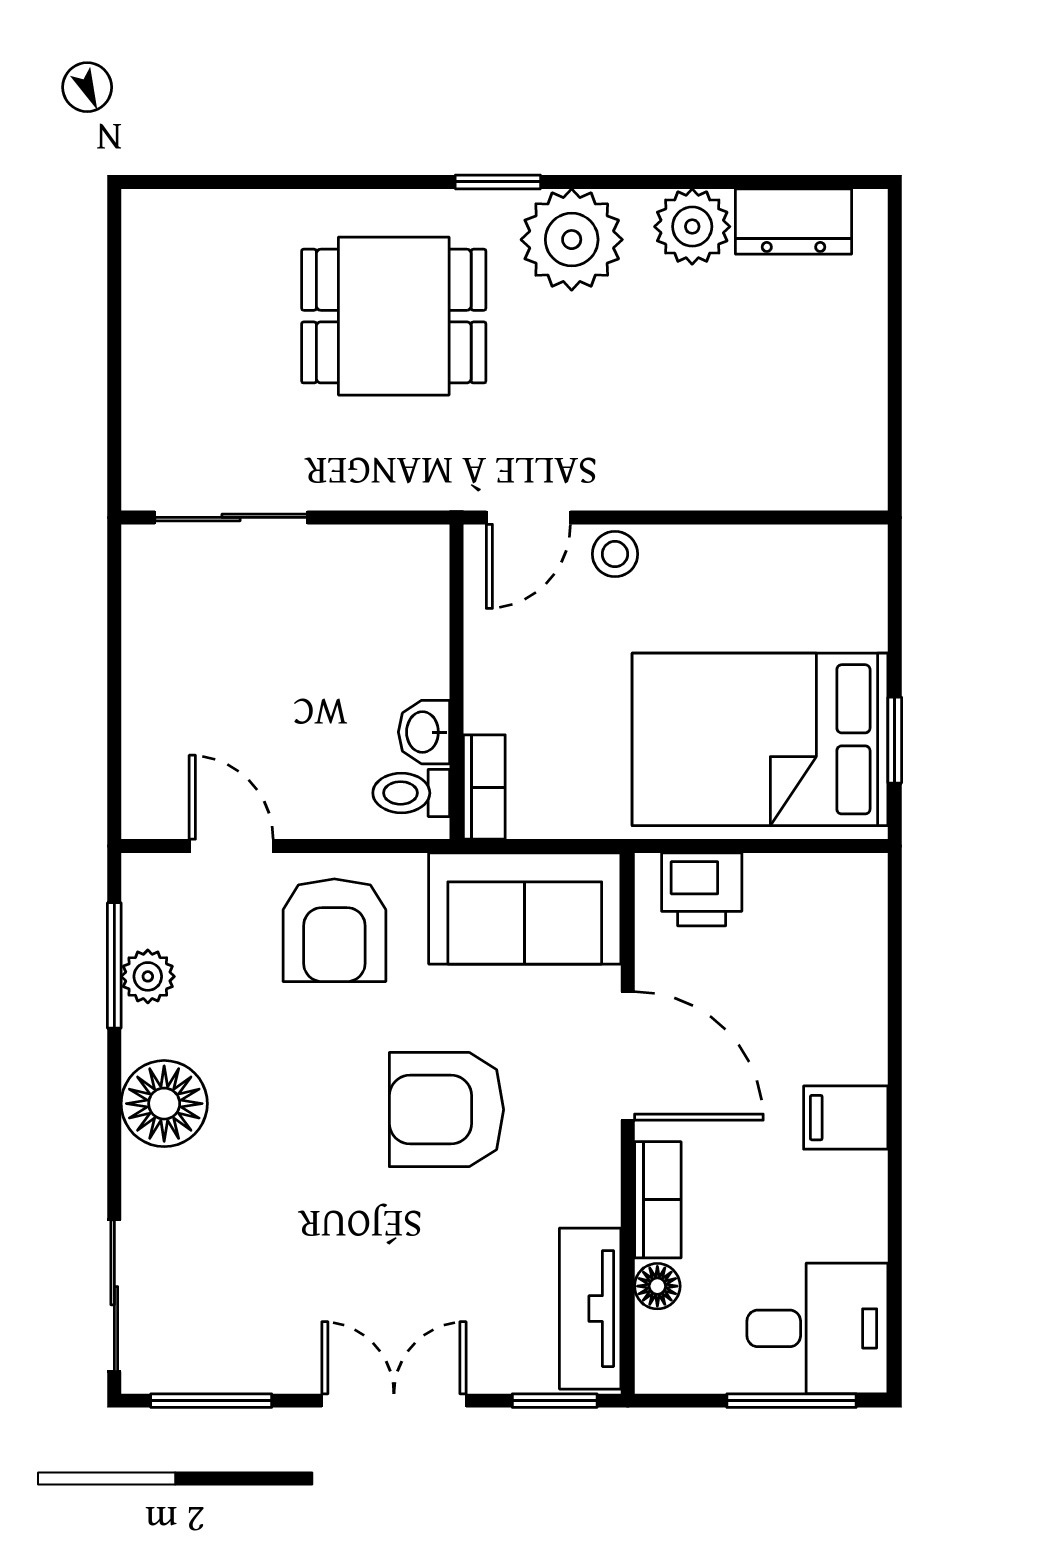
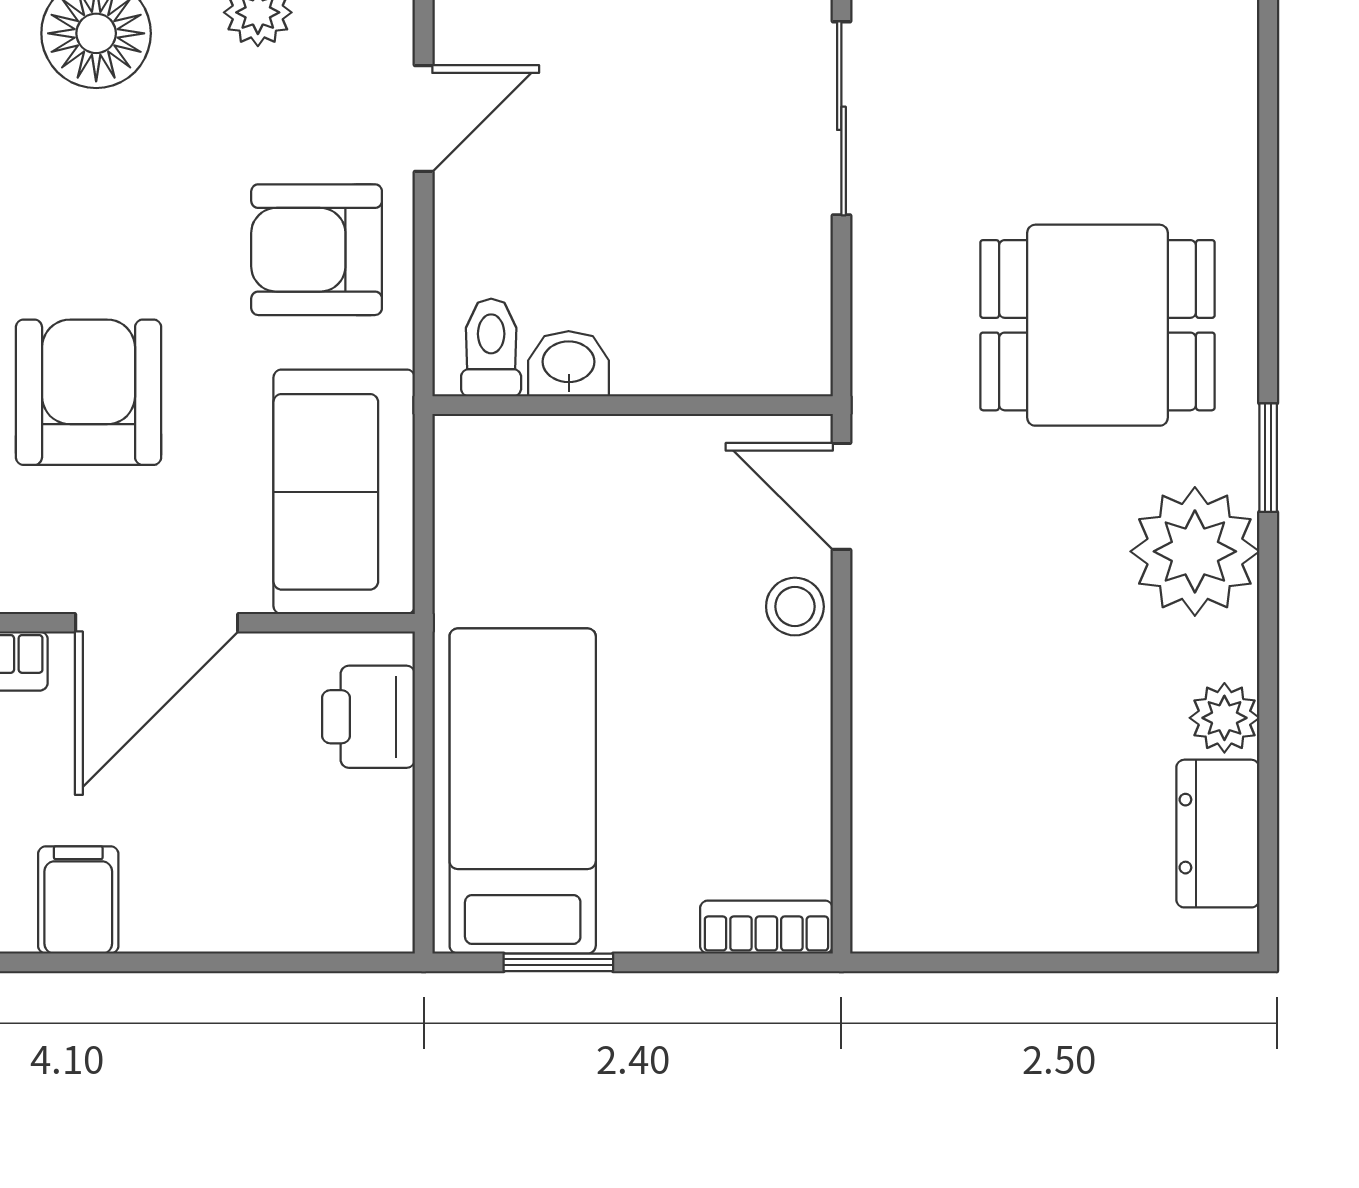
plant: (692, 227) -> (1224, 718), width x0.73, depth x0.73
dining table: (394, 316) -> (1098, 325), turned 90
bed: (760, 739) -> (523, 791), width x0.67
bookcase: (484, 787) -> (766, 927), moved, turned 180

